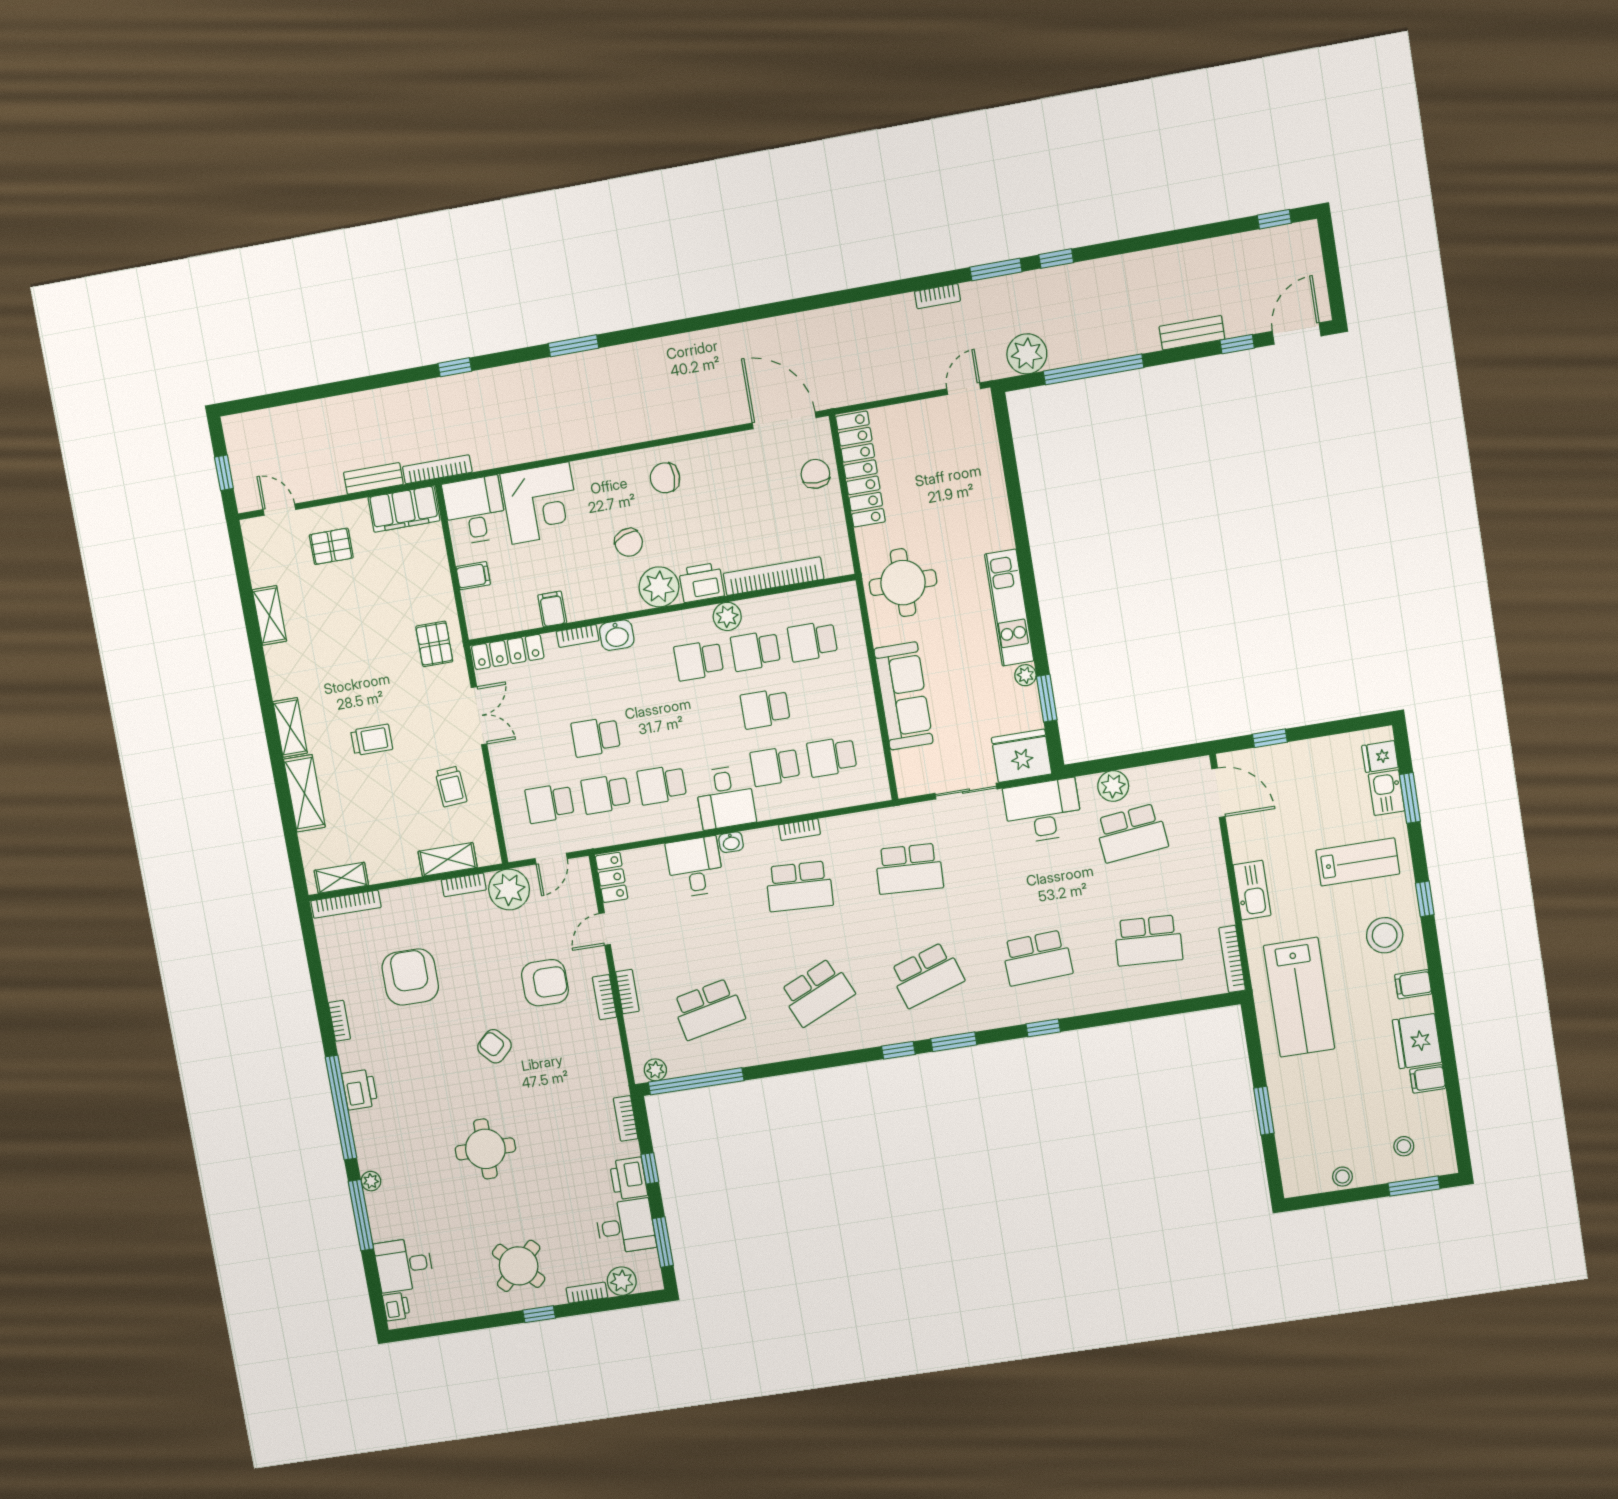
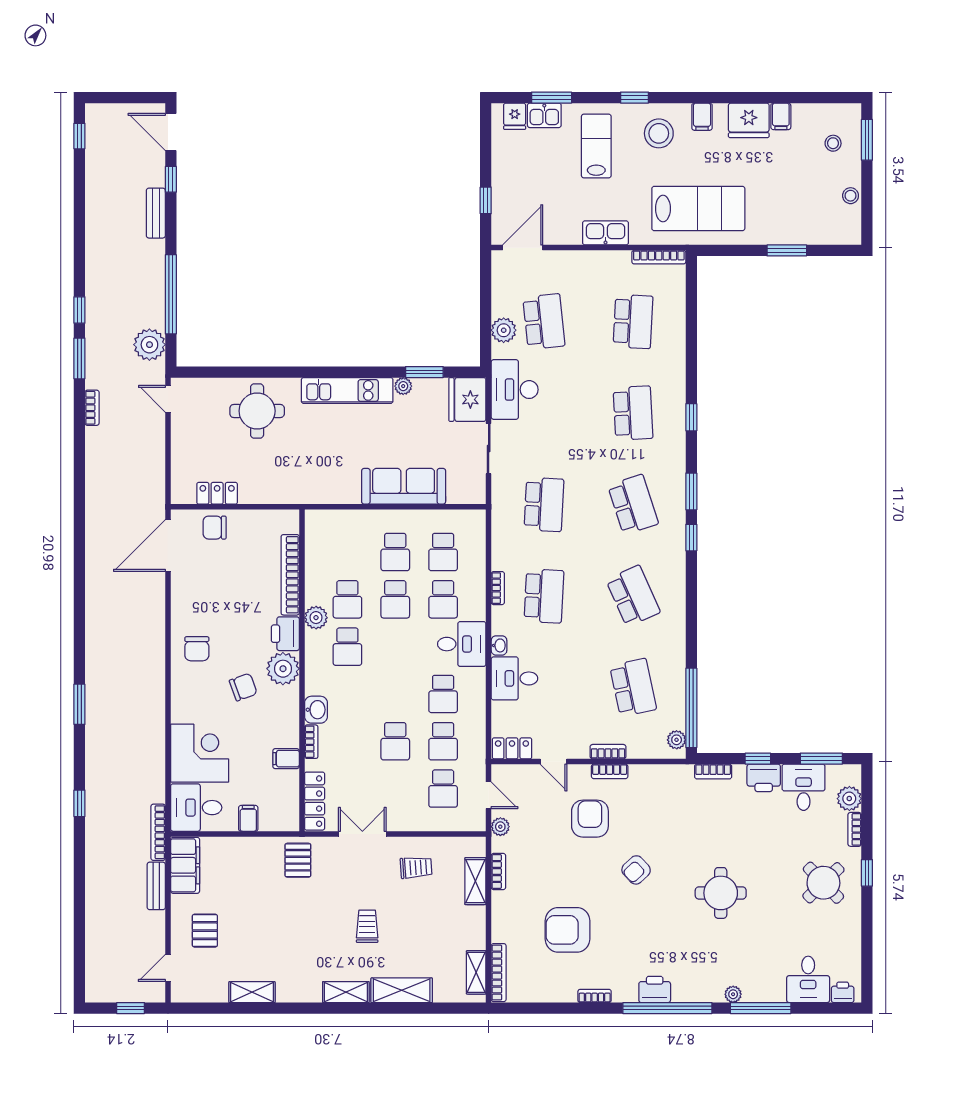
locker: (860, 469) -> (217, 493), width x0.46, depth x0.83
round table: (903, 583) -> (257, 411), moved
school desk: (813, 641) -> (395, 552), moved
pallet: (434, 644) -> (298, 860), turned 90
plant: (509, 889) -> (500, 827), width x0.53, depth x0.53

